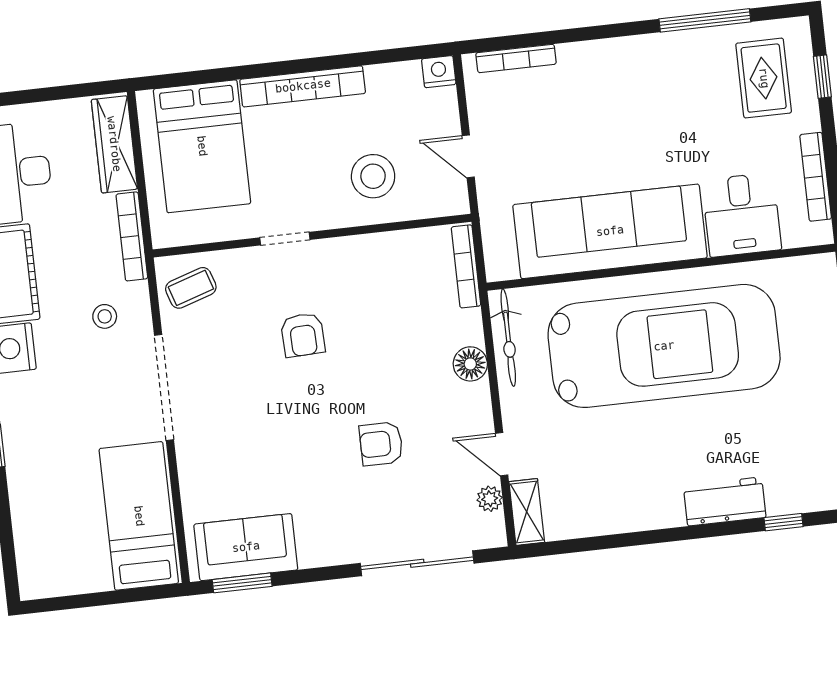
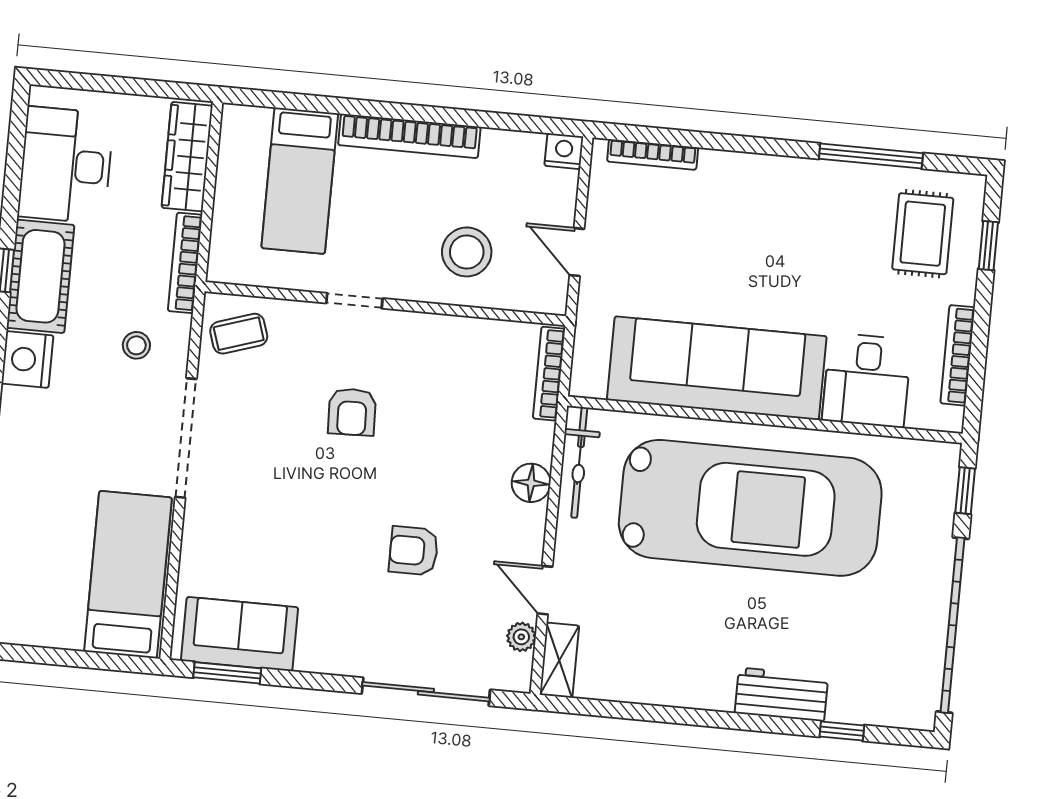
bed: (202, 146) -> (300, 181), width x0.67

